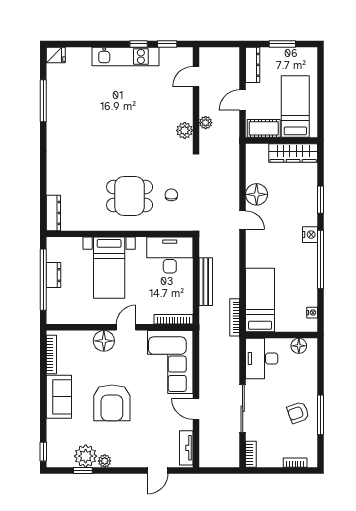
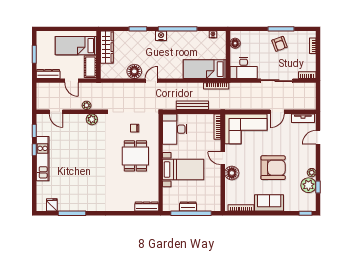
fridge: (56, 55) -> (52, 205), moved
door: (158, 470) -> (318, 137), swing flipped

